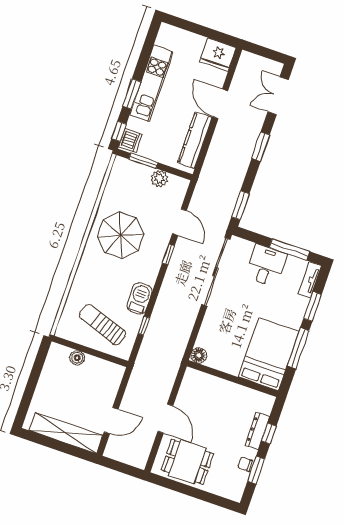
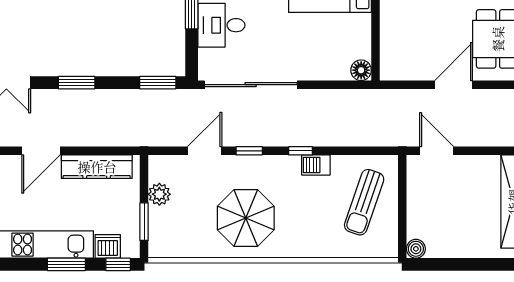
dishwasher: (130, 140) -> (108, 246), moved
barbecue: (140, 298) -> (316, 165), width x0.73, depth x0.79
window: (144, 326) -> (301, 151), moved
boiler: (77, 358) -> (416, 249), moved
door: (111, 421) -> (437, 151), moved

